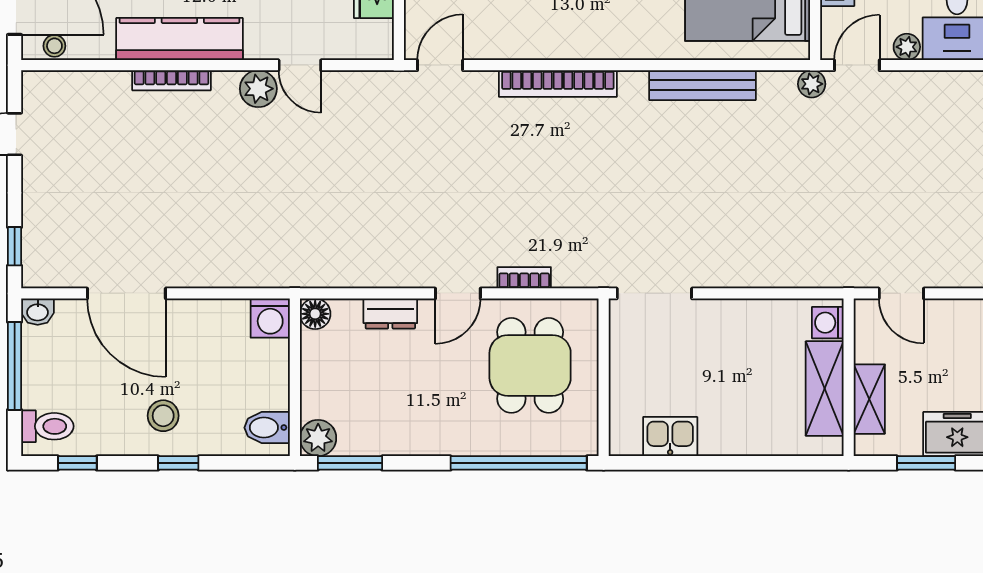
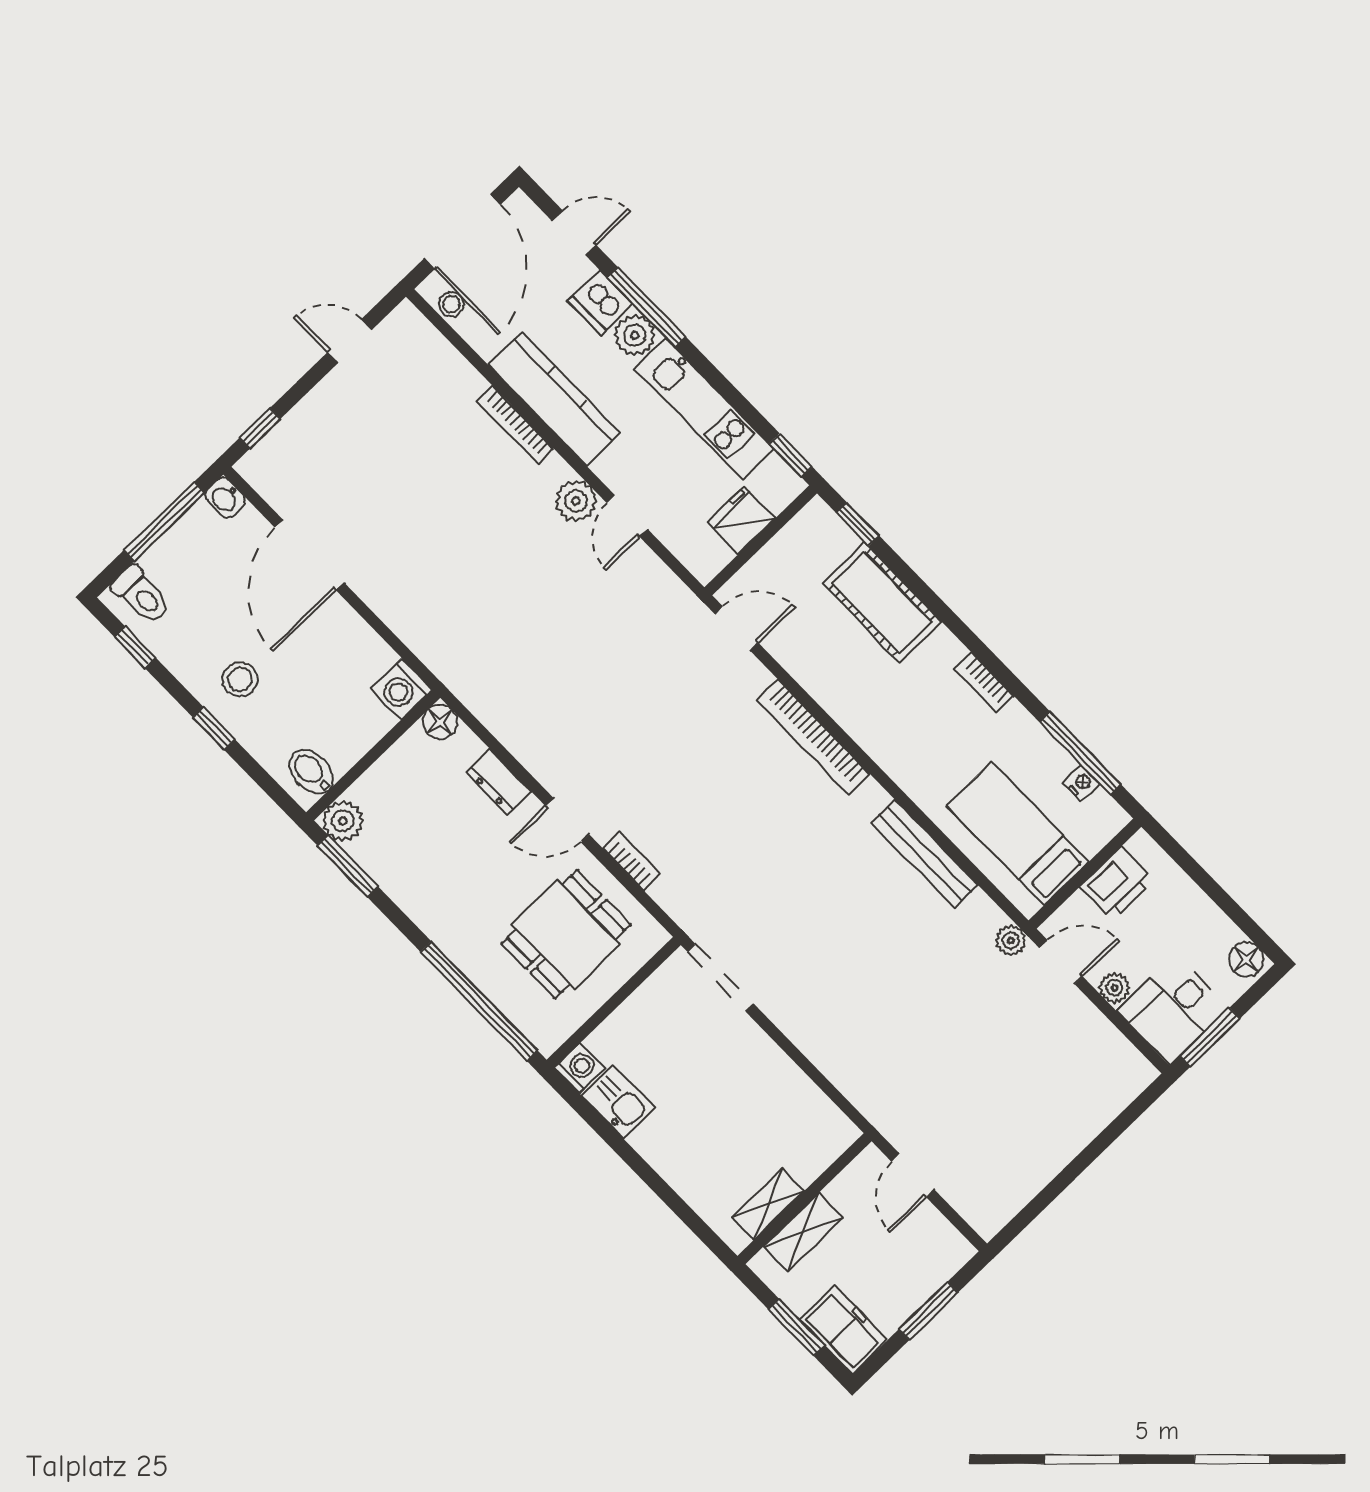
washing machine: (828, 323) -> (579, 1068), moved, turned 90
shelving: (825, 389) -> (768, 1204), width x0.67, depth x0.75

